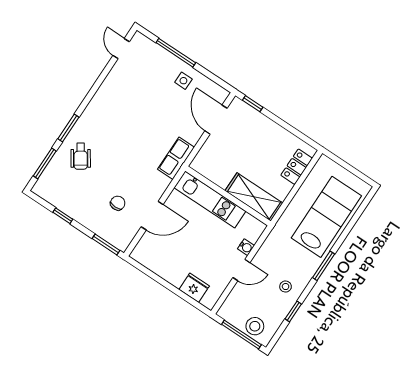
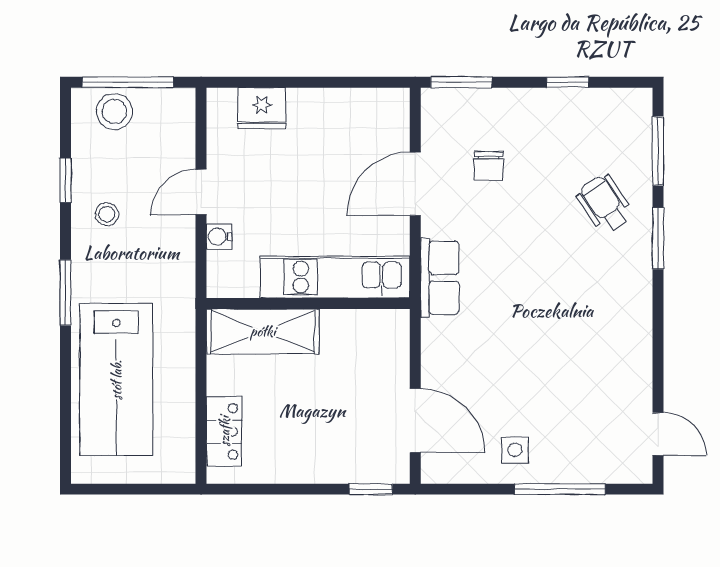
row of seats: (176, 158) -> (440, 278), moved

